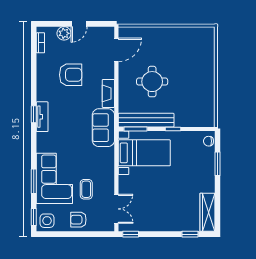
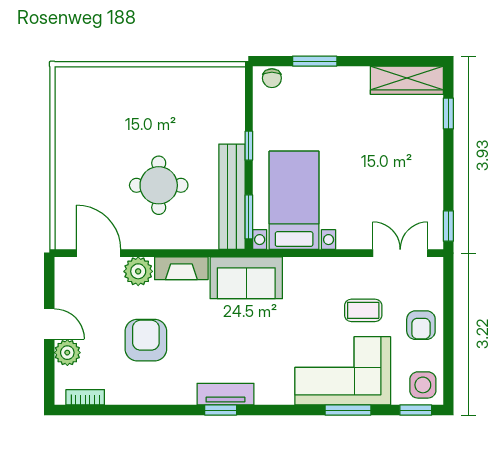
plant: (107, 71) -> (138, 271), added

